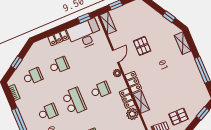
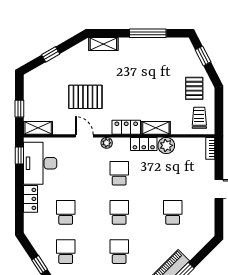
window: (169, 17) -> (51, 54), moved
pallet: (142, 46) -> (85, 97), width x1.50, depth x1.42
school desk: (74, 101) -> (119, 212), width x0.54

